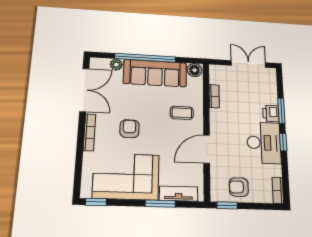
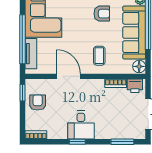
window: (281, 111) -> (122, 142), moved
printer: (271, 113) -> (135, 86), moved, turned 180
armchair: (130, 129) -> (102, 14), moved
desk: (264, 143) -> (81, 125), width x0.73
window: (160, 204) -> (22, 39), width x2.11

